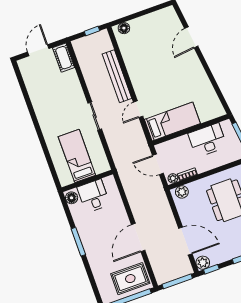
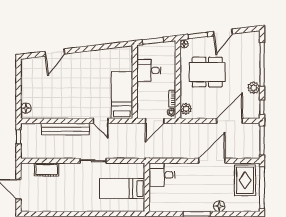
door: (191, 37) -> (55, 53), hinge flipped
cot: (64, 58) -> (47, 170), moved
desk: (207, 140) -> (149, 70), width x0.73
desk: (94, 196) -> (162, 175), moved
floor lamp: (72, 198) -> (219, 206), moved
door: (138, 238) -> (212, 161), swing flipped
plant: (203, 263) -> (254, 88), moved

